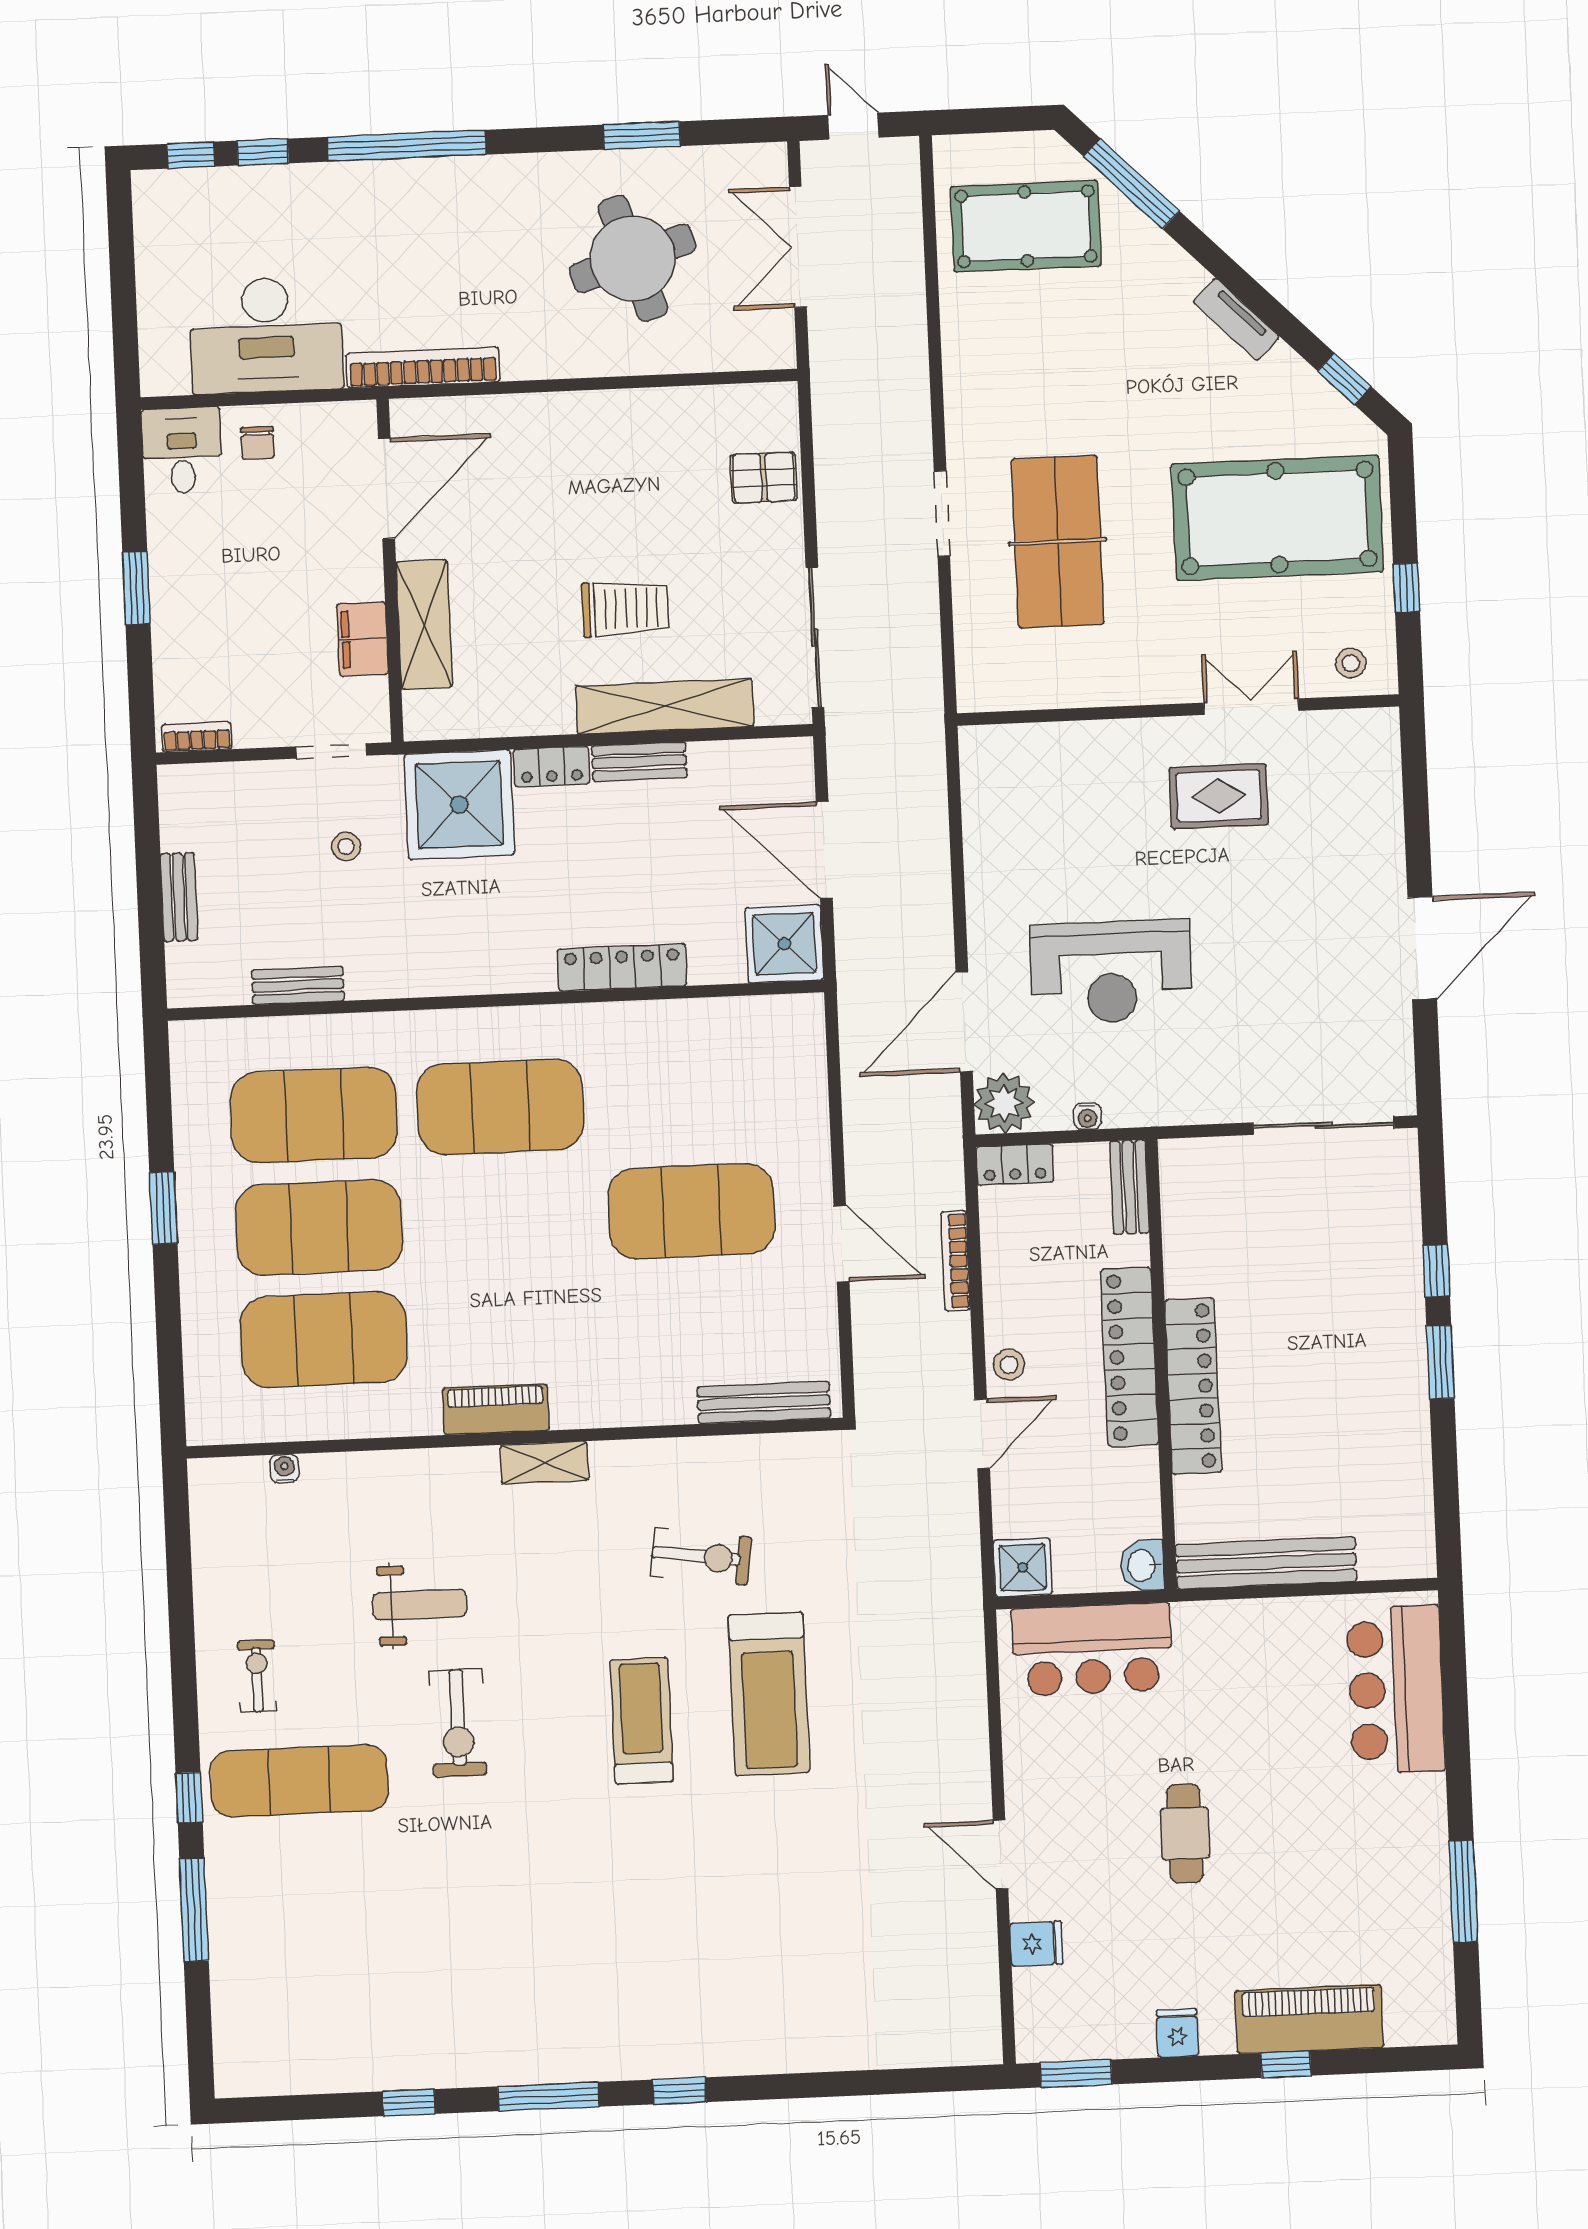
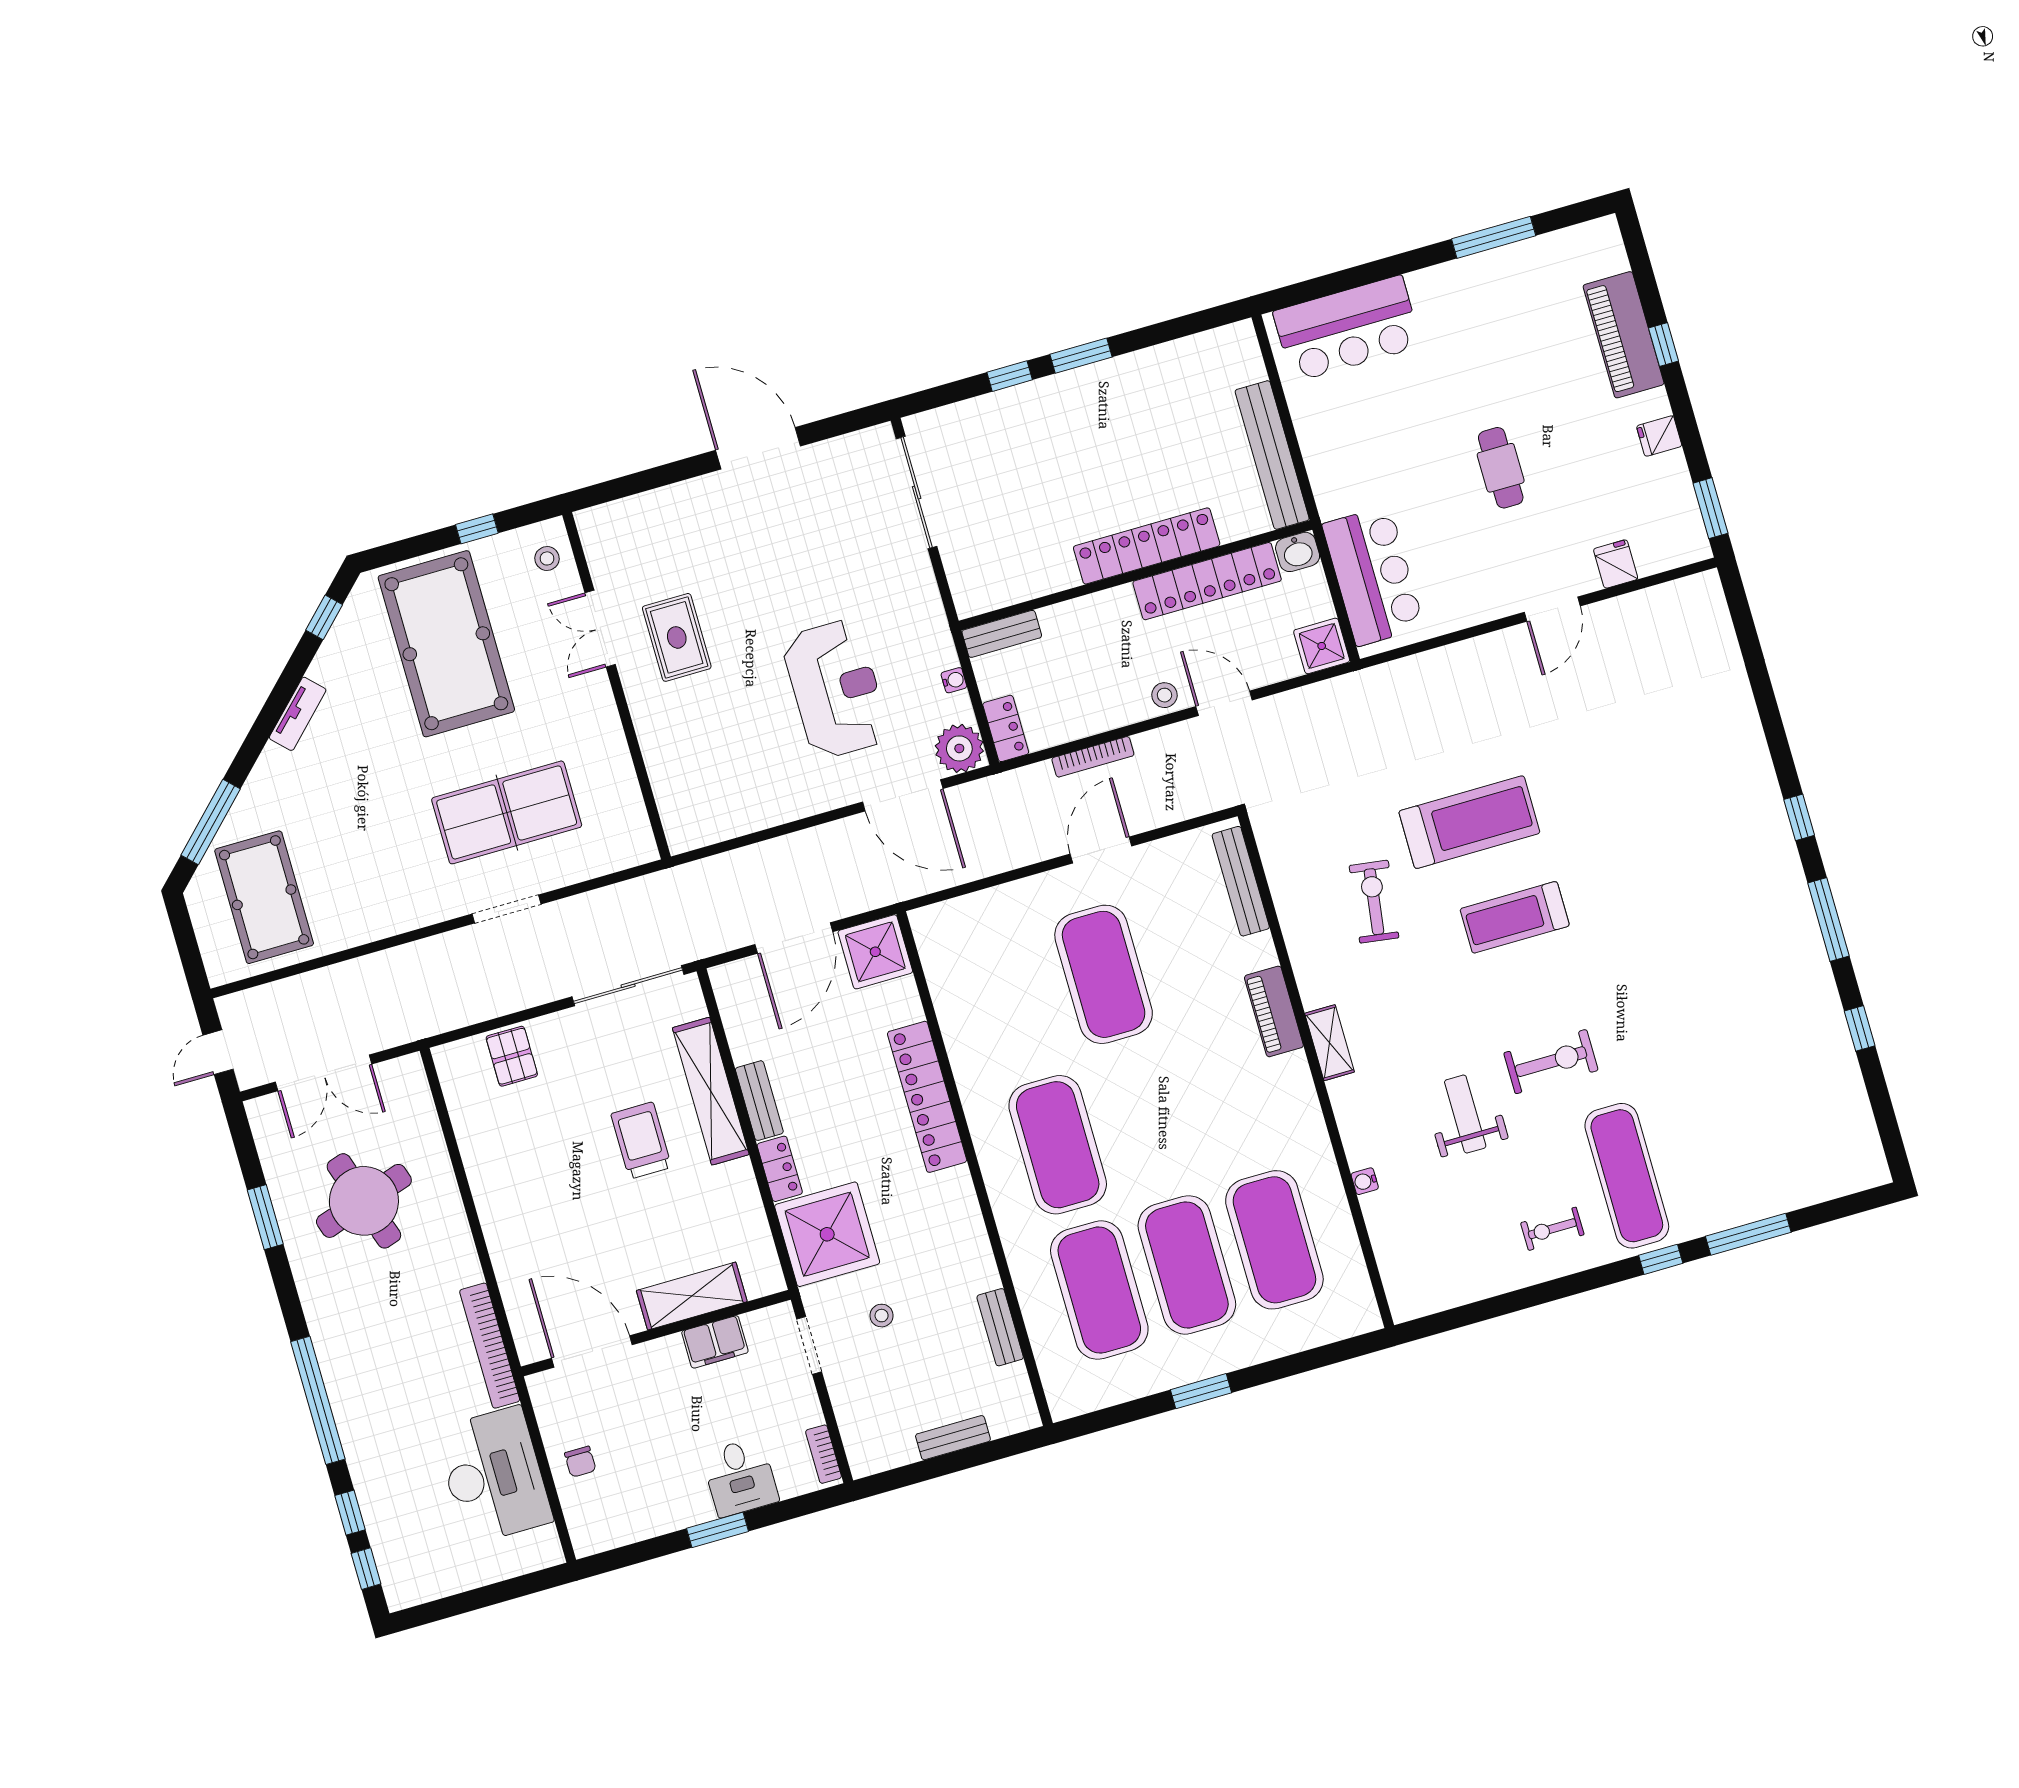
chair: (258, 443) -> (580, 1462), turned 90
desk: (182, 450) -> (740, 1477), moved, turned -90
locker: (622, 967) -> (927, 1097), width x1.41, depth x1.21
locker: (1129, 1357) -> (1207, 581), moved
piano: (496, 1409) -> (1274, 1011), moved
water cooler: (284, 1468) -> (1365, 1181), moved
cafe table: (1185, 1833) -> (1501, 468), turned 90

